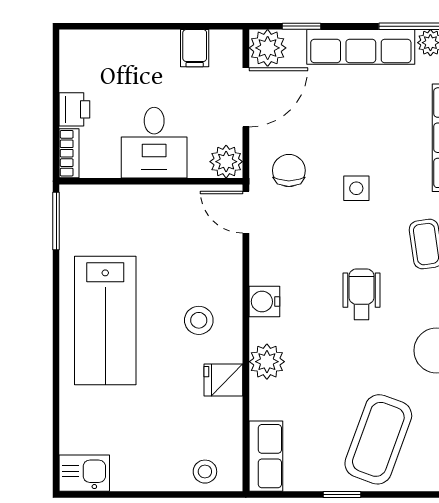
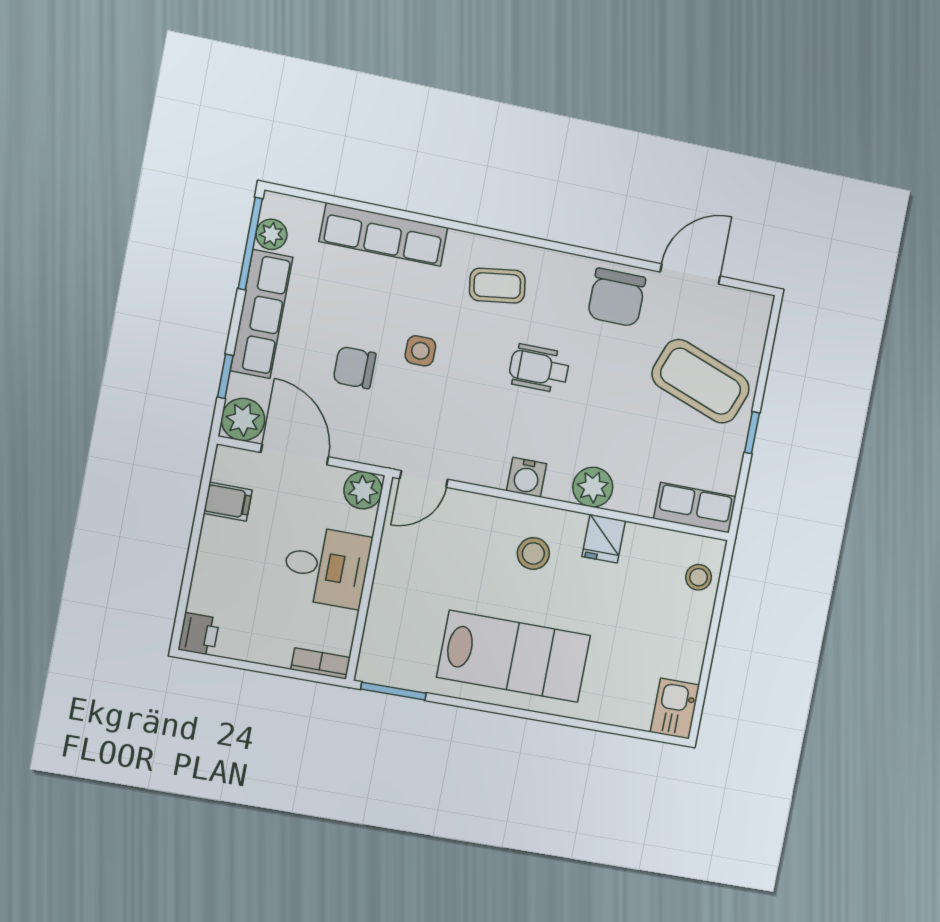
printer: (74, 109) -> (199, 634), moved, turned 90
chair: (289, 170) -> (355, 368), moved

